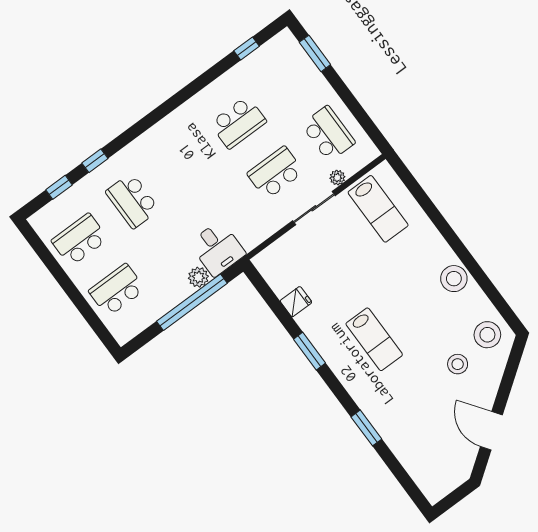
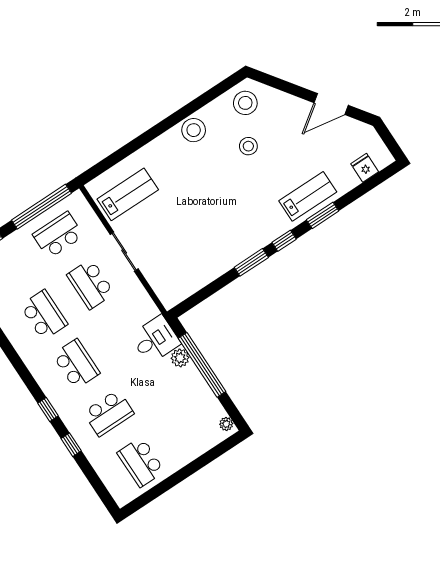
window: (359, 113) -> (41, 207), added
plant: (337, 178) -> (226, 424), moved
window: (59, 187) -> (48, 410), moved
school desk: (117, 290) -> (76, 364), moved, turned 180
fridge: (296, 302) -> (365, 168), moved
lab bench: (374, 339) -> (308, 196), moved
stool: (458, 364) -> (248, 146), moved
window: (336, 386) -> (284, 241), added

